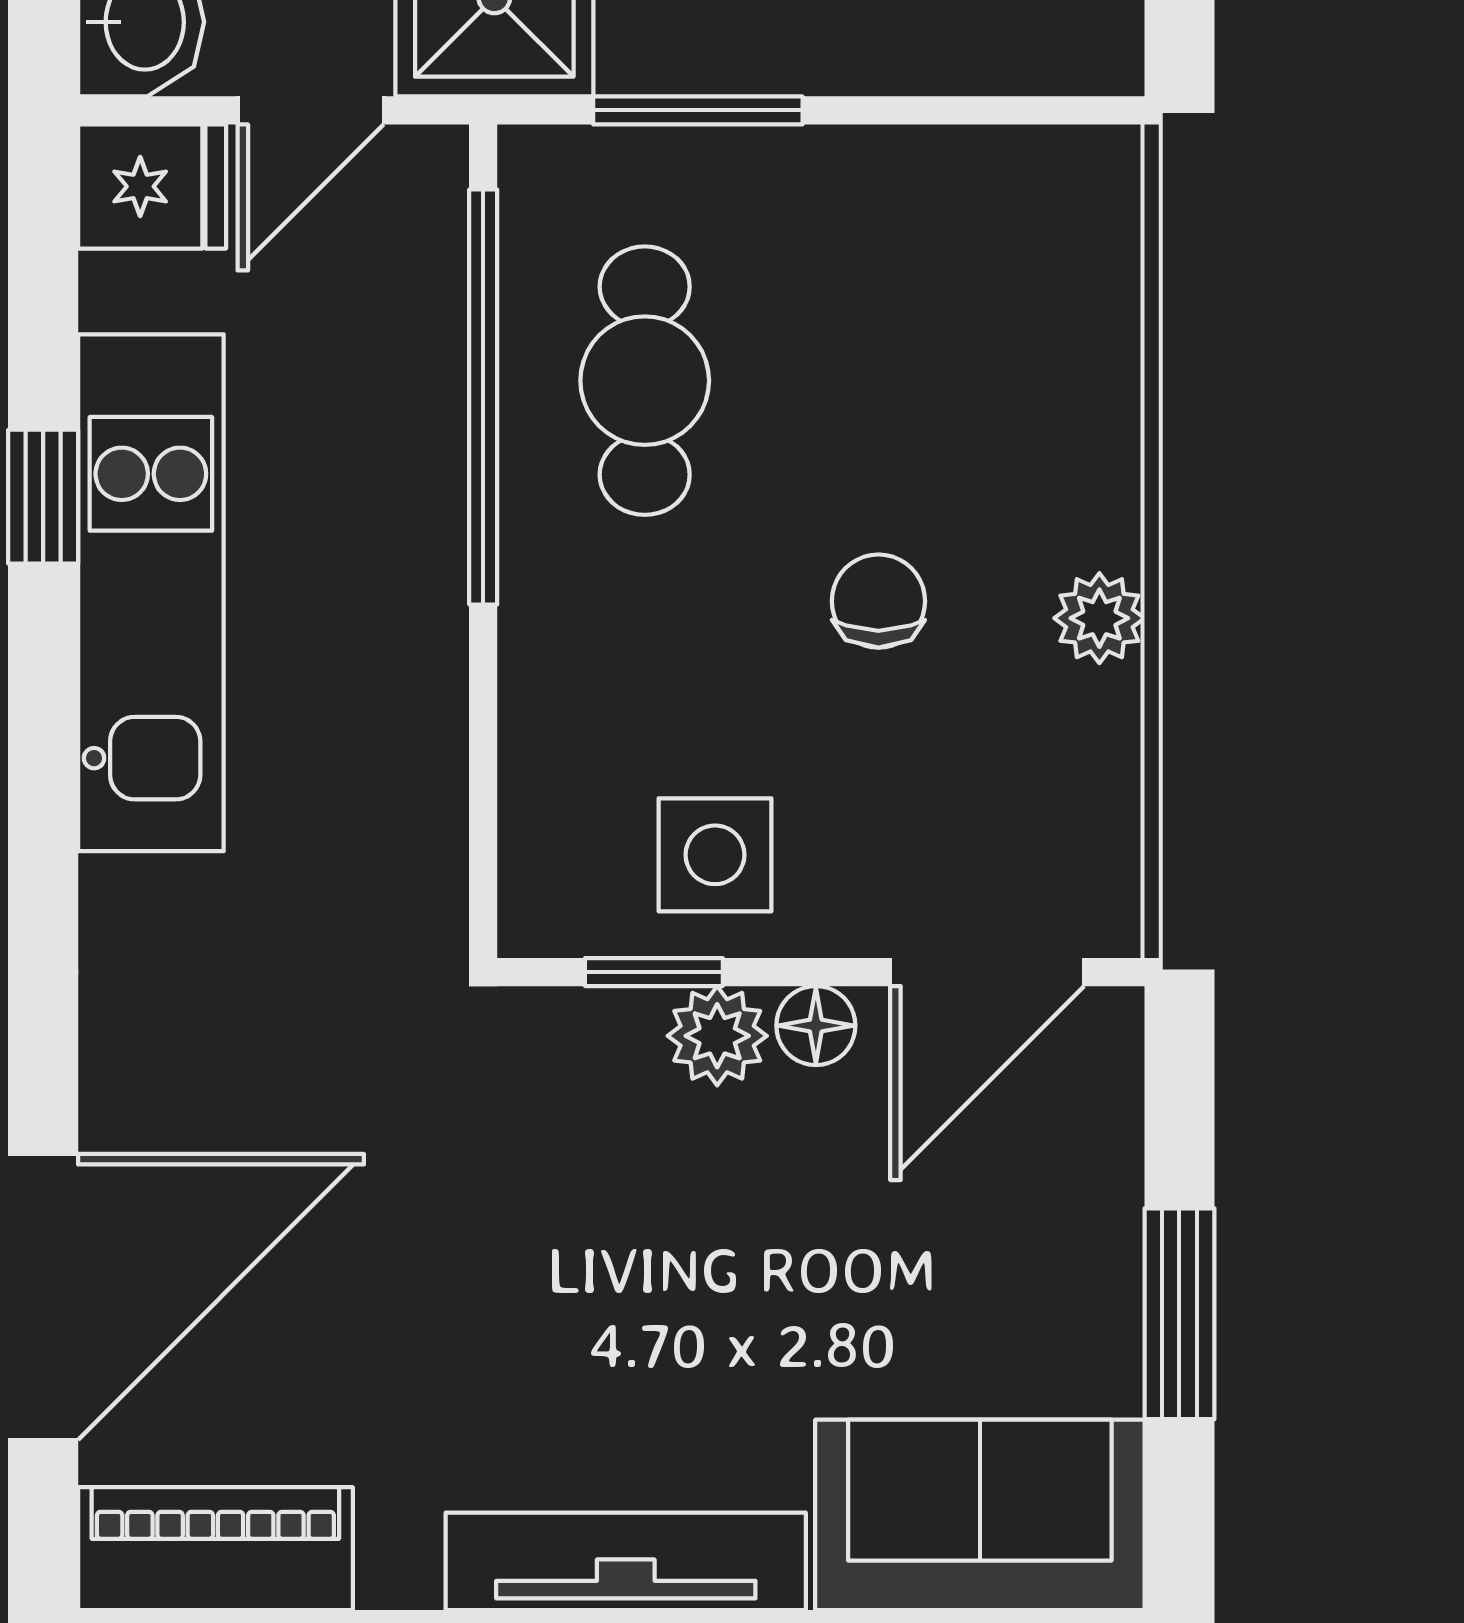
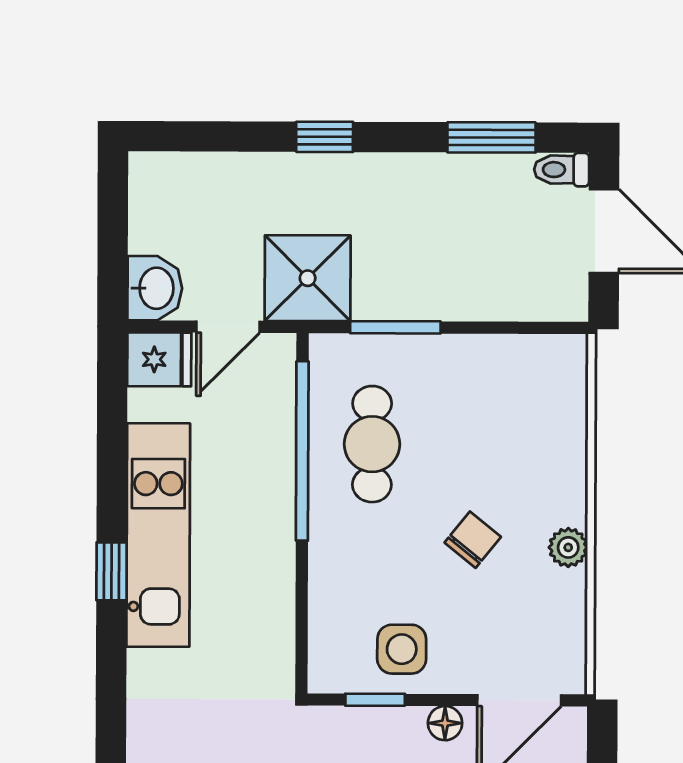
window: (43, 497) -> (112, 571), moved
chair: (878, 601) -> (473, 540), turned 39
plant: (717, 1036) -> (402, 727), removed

